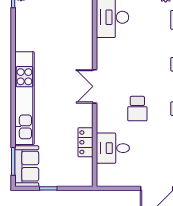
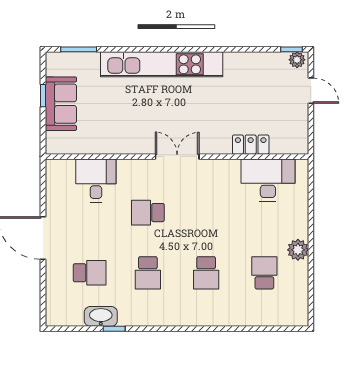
locker: (86, 142) -> (251, 145), moved
sofa: (27, 166) -> (61, 104), moved, turned -90

